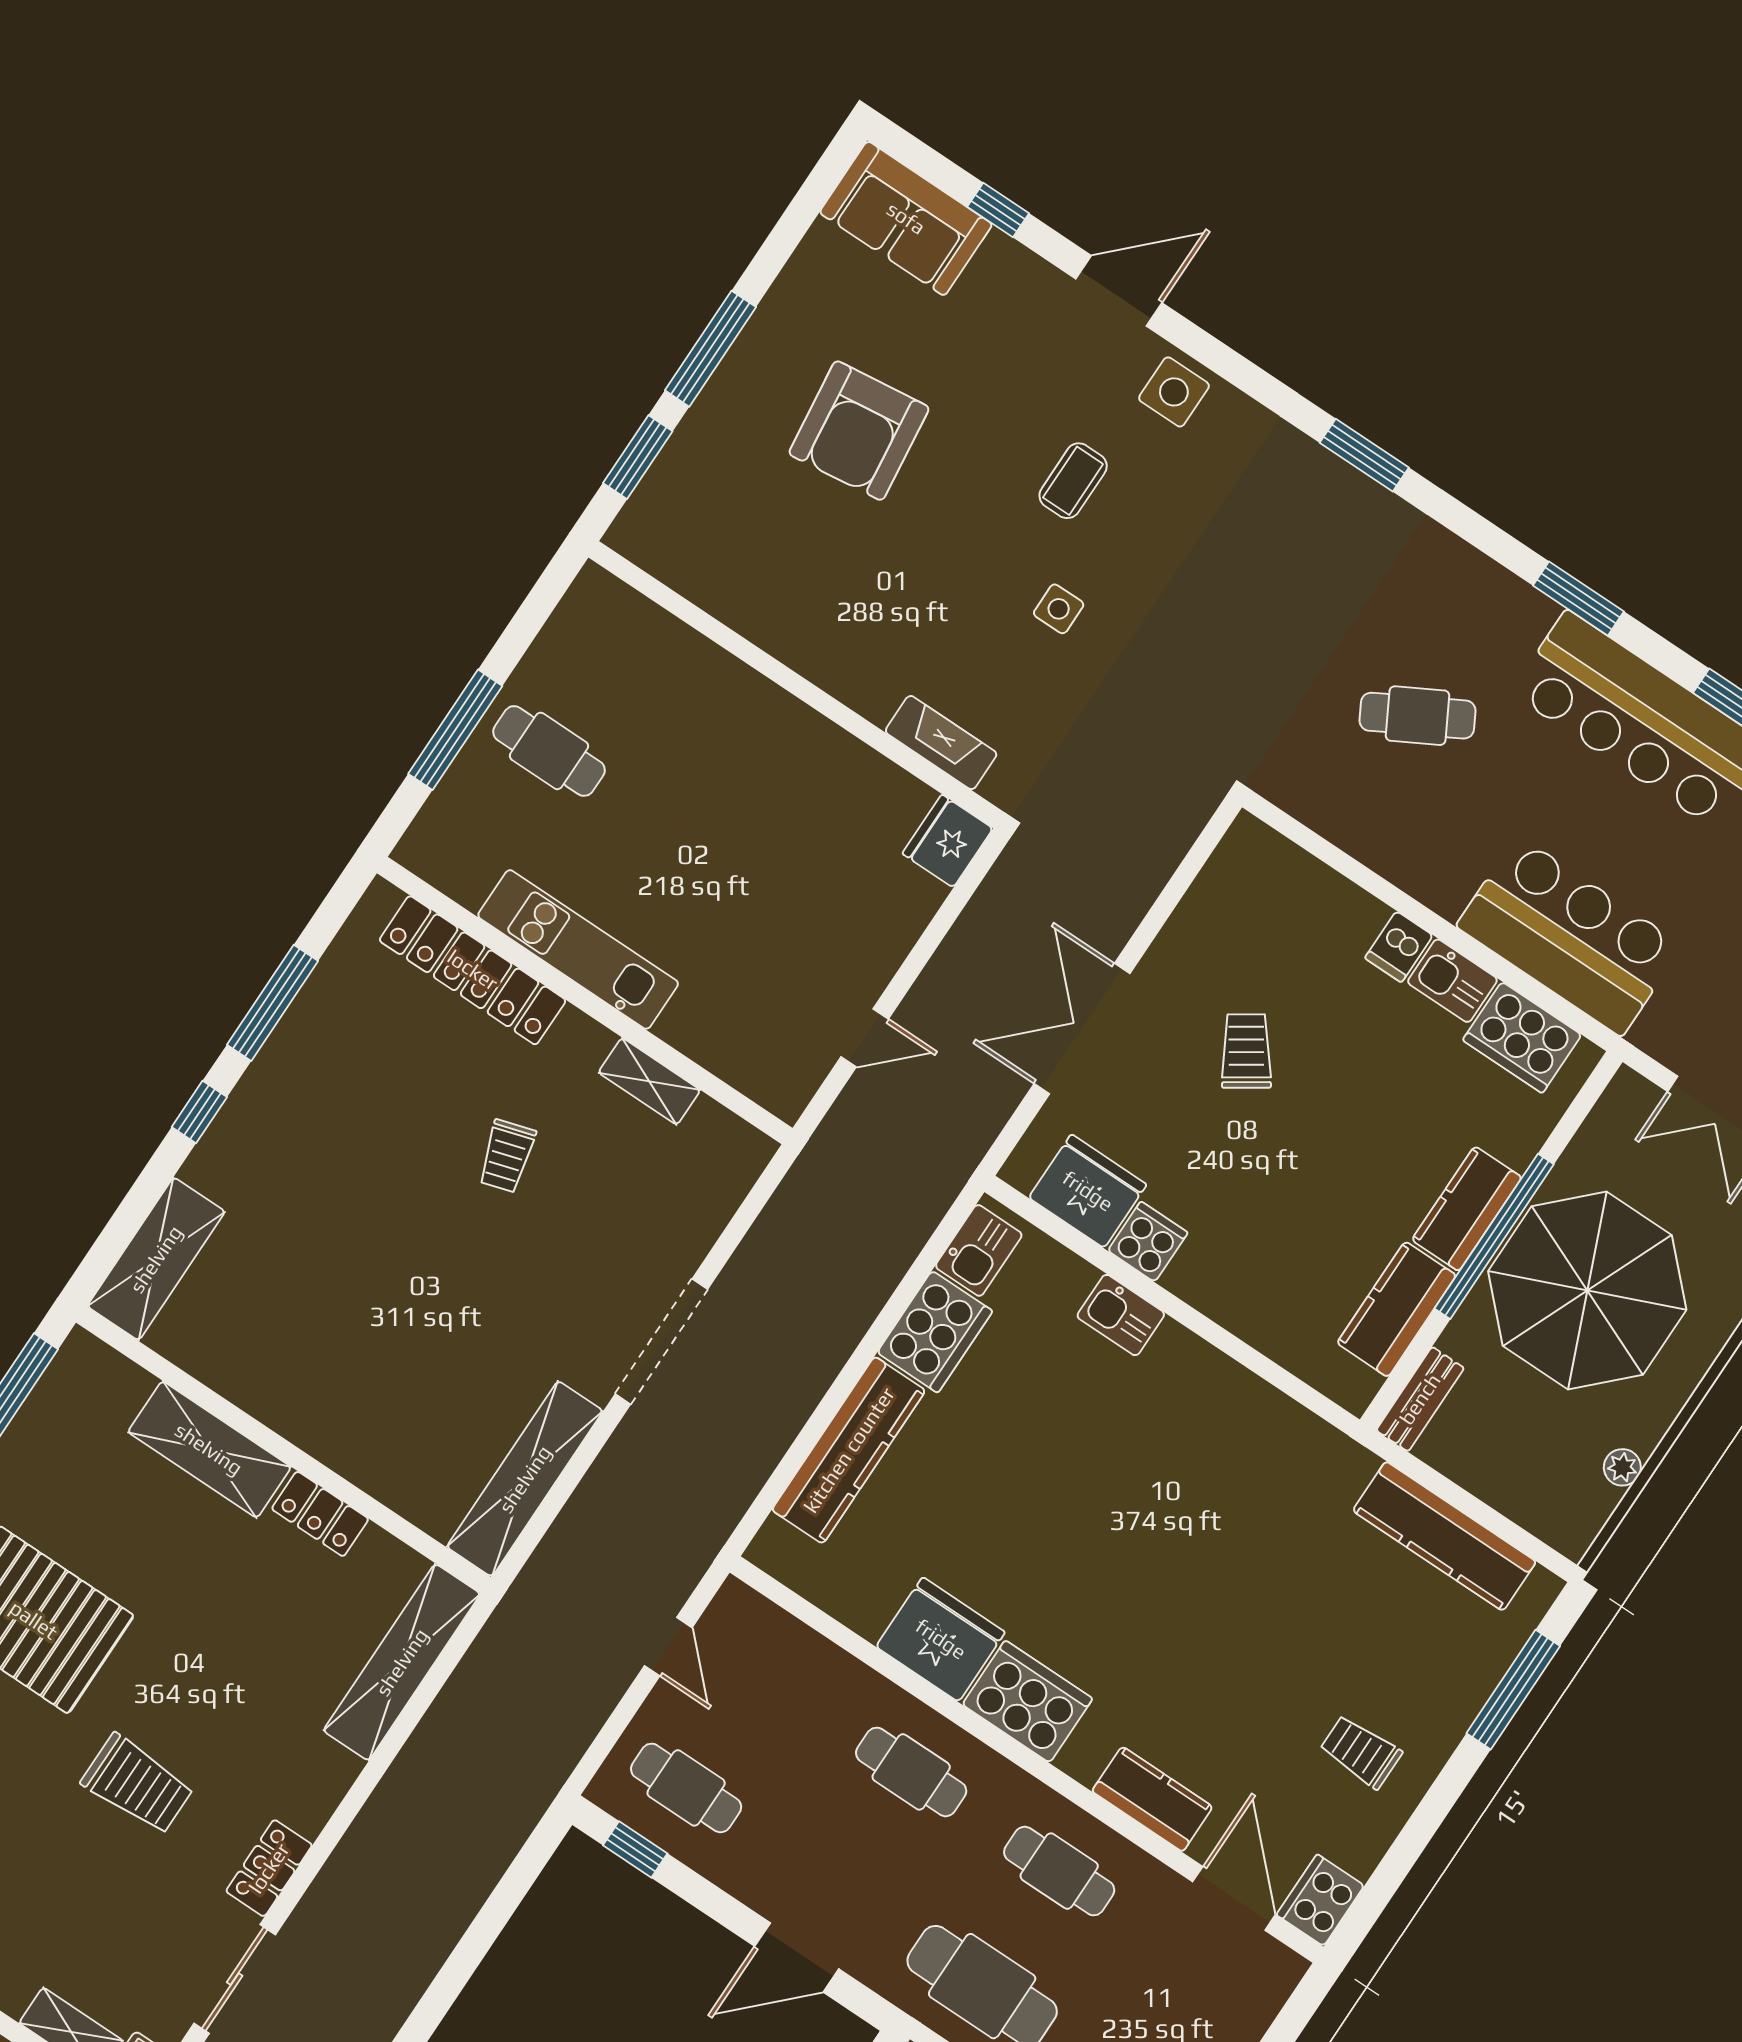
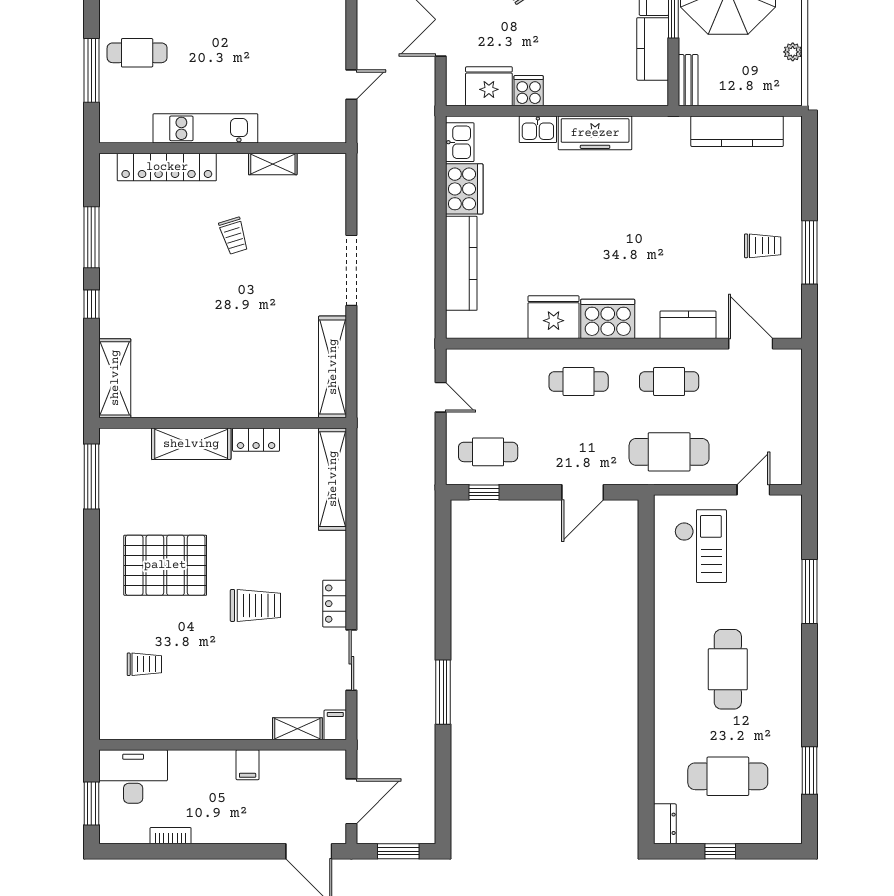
freezer: (1210, 1383) -> (595, 133), added
window: (1513, 1690) -> (809, 252), moved
trolley: (1361, 1752) -> (763, 246), turned 180
cooker: (1320, 1900) -> (788, 320), removed

